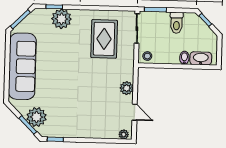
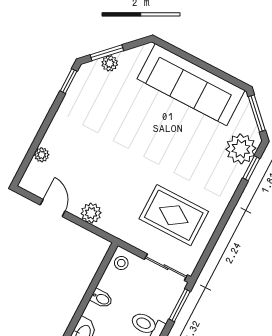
plant: (61, 19) -> (241, 149), moved
bidet: (184, 58) -> (101, 299), moved
door: (135, 112) -> (53, 208), swing flipped
plant: (37, 117) -> (110, 63), width x0.53, depth x0.53
plant: (124, 134) -> (42, 155), moved

